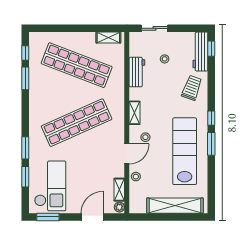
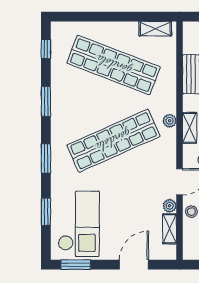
window: (25, 78) -> (46, 101), moved
plant: (119, 107) -> (170, 121), added
window: (25, 148) -> (46, 158), moved
plant: (119, 207) -> (170, 206), moved

